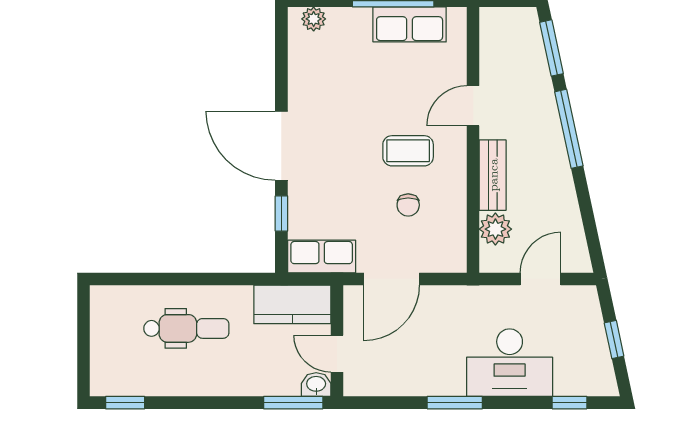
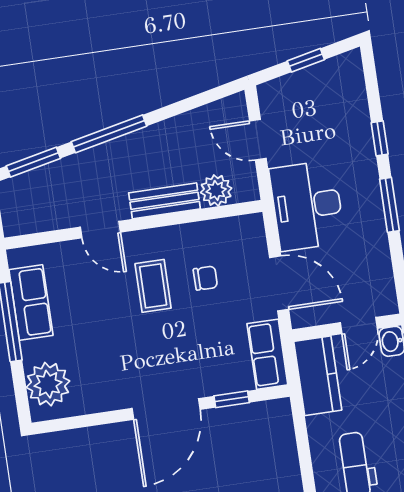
plant: (314, 19) -> (48, 384), width x1.88, depth x1.88
desk: (510, 363) -> (307, 206), moved, turned 180
window: (570, 403) -> (380, 138), moved

